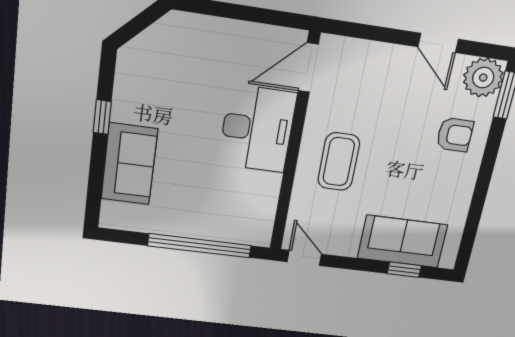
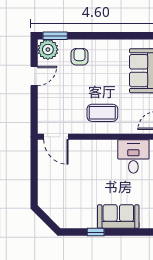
desk: (257, 129) -> (133, 156), moved, width x0.73

